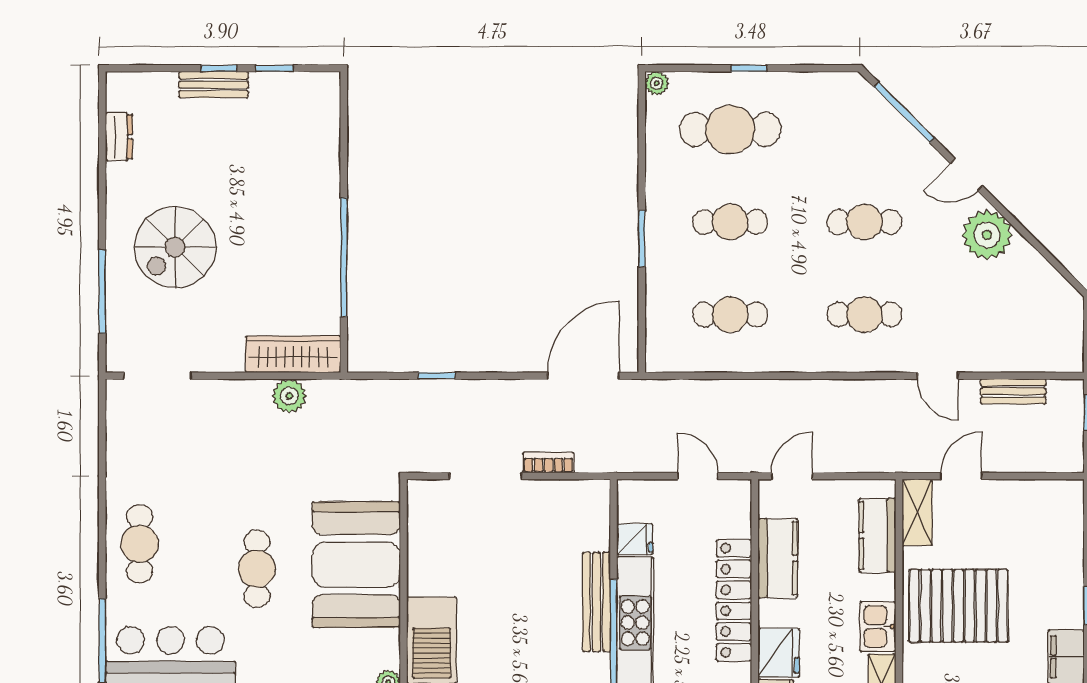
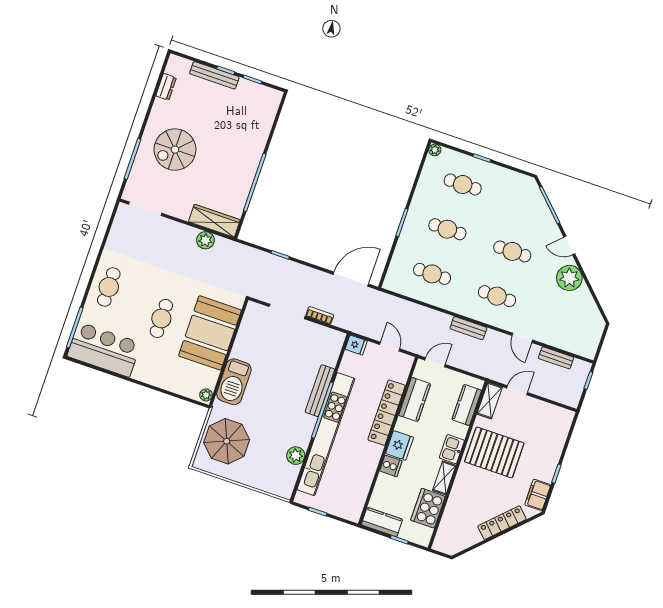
bench: (214, 85) -> (214, 75), width x1.36
cafe table: (730, 129) -> (463, 184), width x0.73, depth x0.74
bench: (832, 392) -> (468, 328), added
fridge: (635, 539) -> (356, 345), moved

